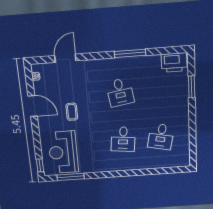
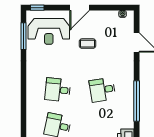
window: (130, 53) -> (137, 101), width x1.46
door: (33, 106) -> (80, 8), moved
reception desk: (63, 152) -> (49, 31), turned 180

